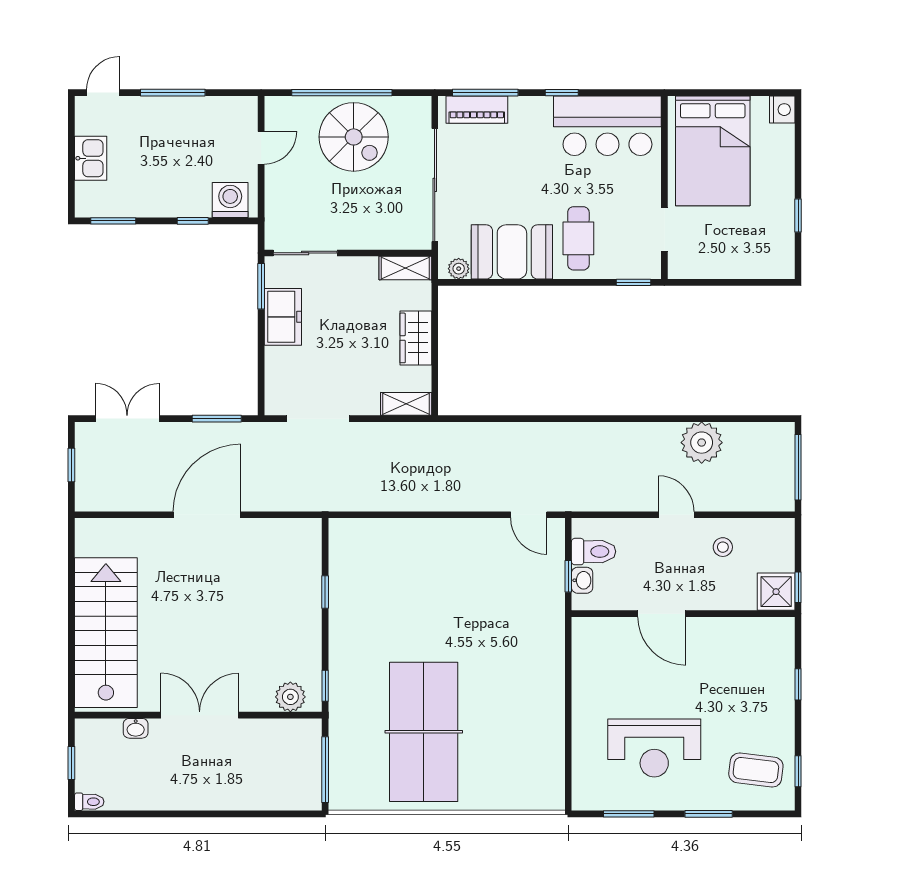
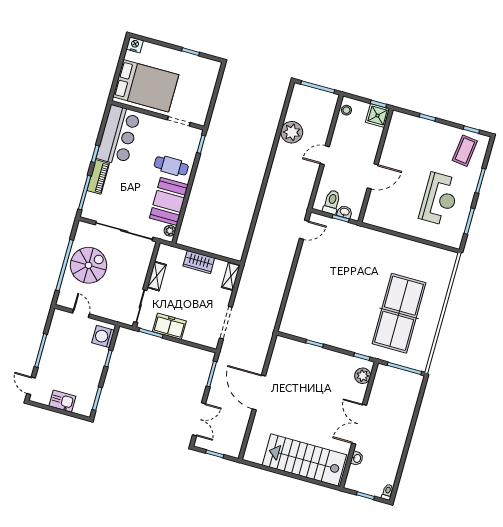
piano: (477, 110) -> (98, 177), moved
shelving: (405, 268) -> (157, 276), moved
double door: (127, 419) -> (199, 419), swing flipped
stool: (723, 547) -> (346, 110), moved
table tennis table: (424, 732) -> (399, 313), turned 90

